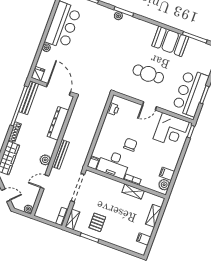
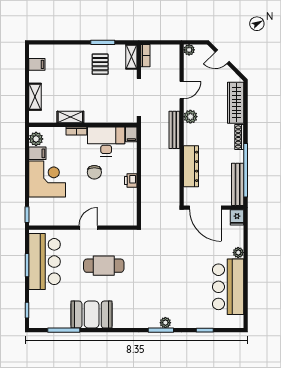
printer: (113, 109) -> (131, 180), moved
corner desk: (171, 130) -> (47, 179), moved, turned 90

